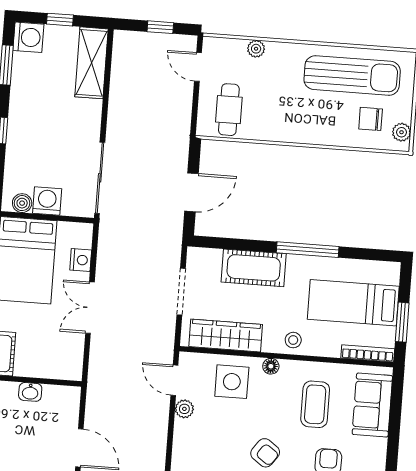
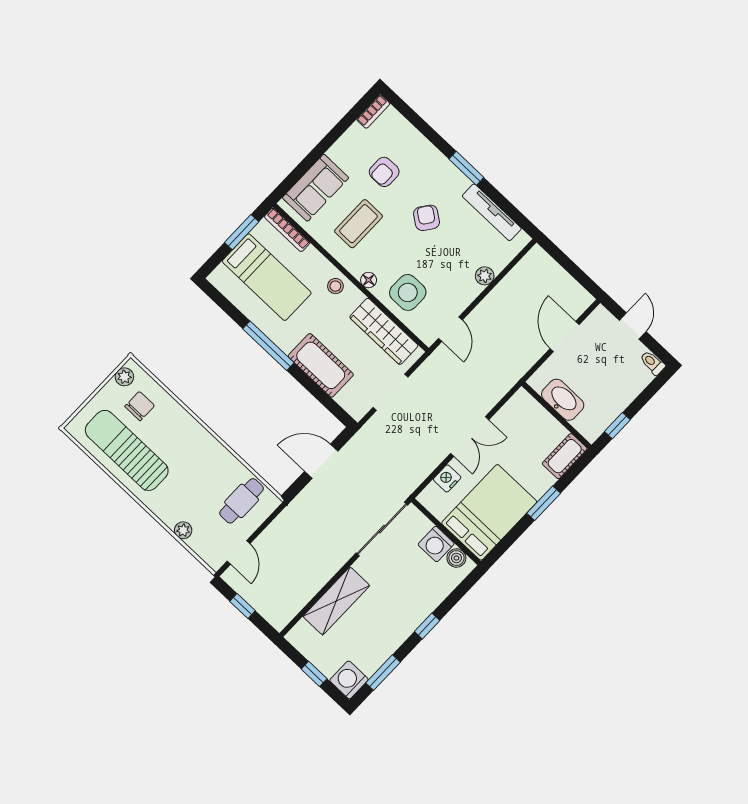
shelving: (92, 63) -> (336, 601), moved
chair: (371, 119) -> (140, 406), turned -90
washbasin: (30, 392) -> (563, 400), width x1.91, depth x1.45
plant: (184, 409) -> (485, 276), moved

